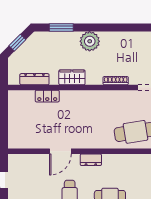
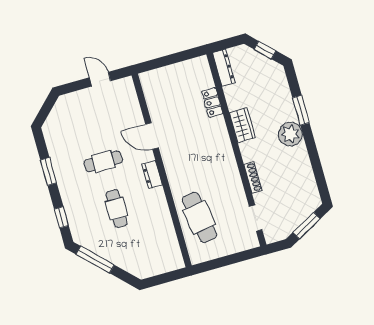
window: (61, 28) -> (301, 110), moved
dresser: (34, 79) -> (224, 68), moved

